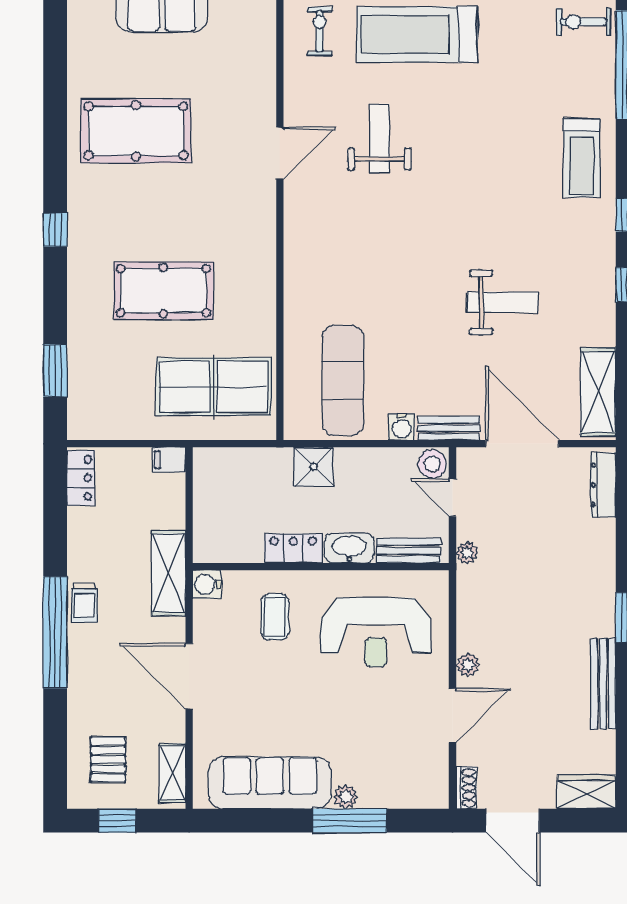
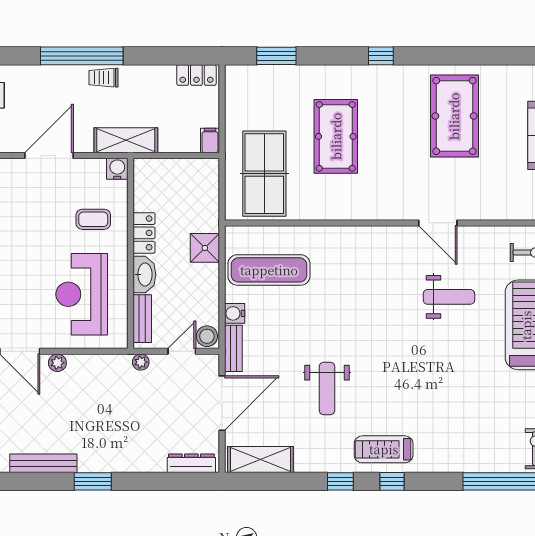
treadmill: (582, 158) -> (384, 449), moved

